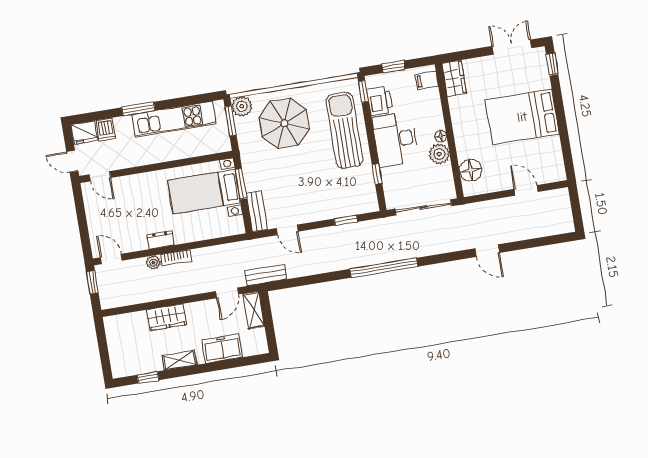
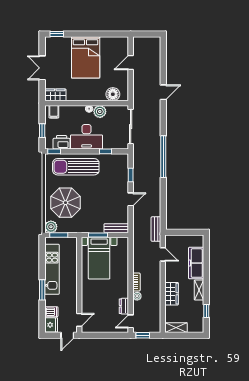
double door: (512, 47) -> (42, 68), moved
door: (287, 230) -> (131, 199), moved
dresser: (161, 240) -> (124, 306), moved
shelving: (254, 310) -> (176, 328), moved
freezer: (222, 349) -> (196, 263), width x1.40

